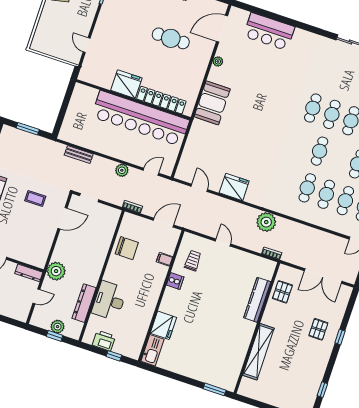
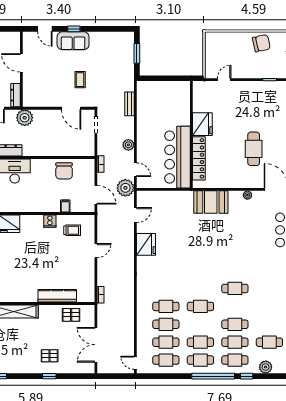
cafe table: (332, 114) -> (235, 306), removed
bar counter: (140, 118) -> (177, 157), width x0.73
plant: (266, 222) -> (125, 188), moved

